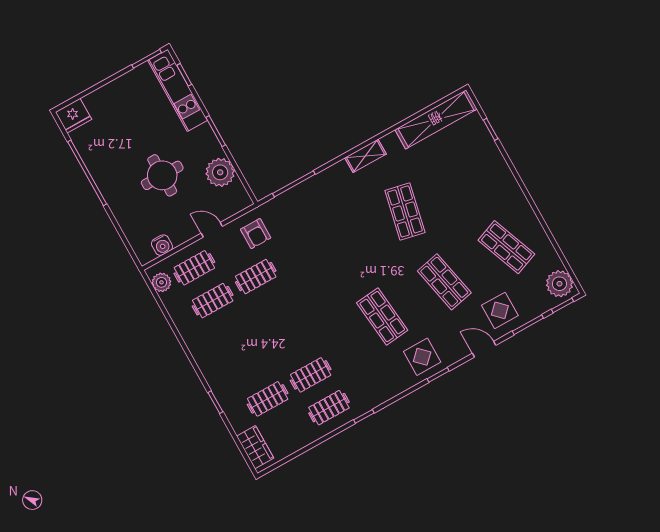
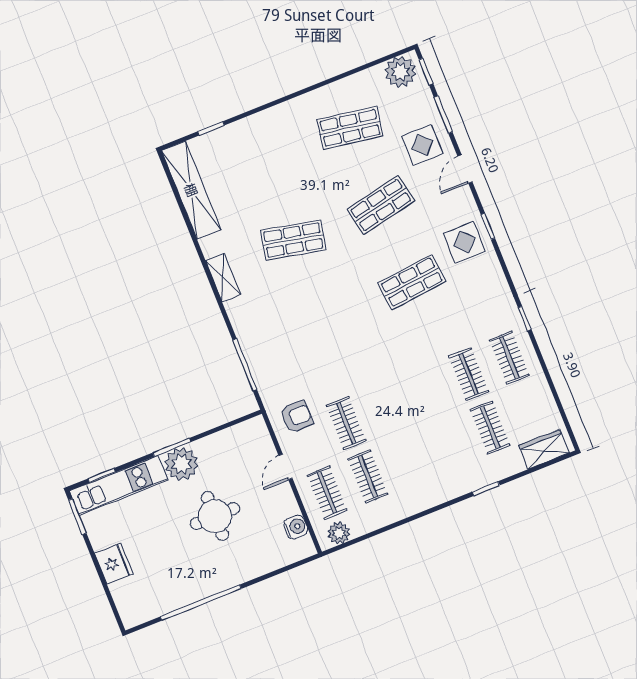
fridge: (74, 116) -> (114, 564), moved
plant: (220, 172) -> (181, 464), moved
shop shelf: (506, 247) -> (350, 128), turned 30

